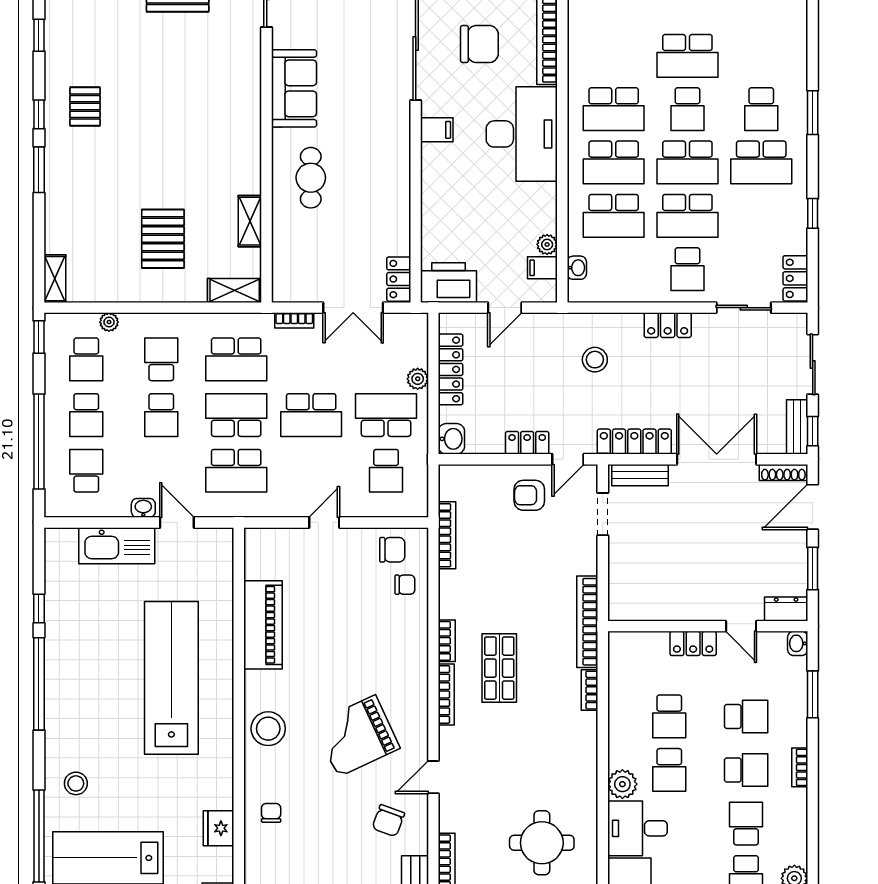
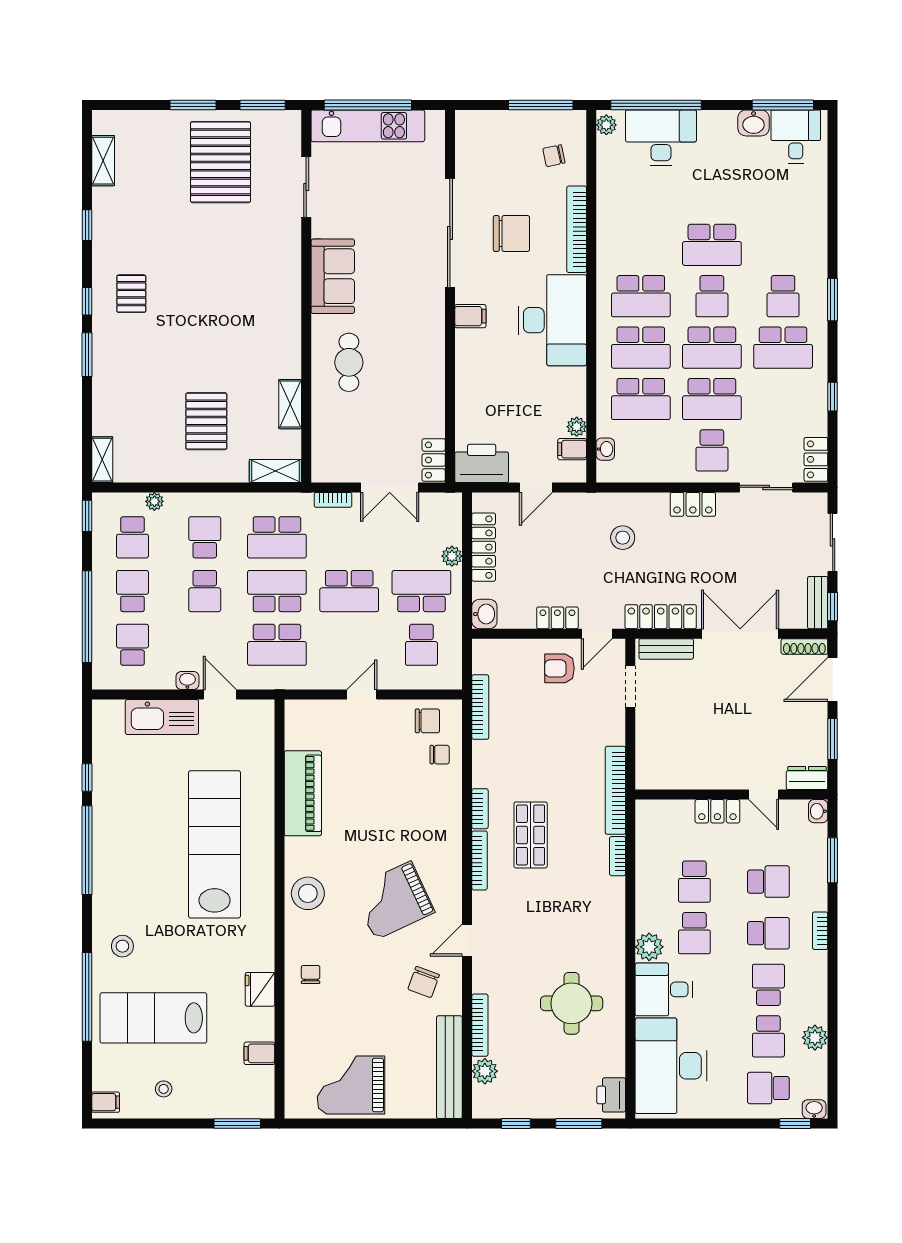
school desk: (86, 415) -> (132, 591), turned 180

